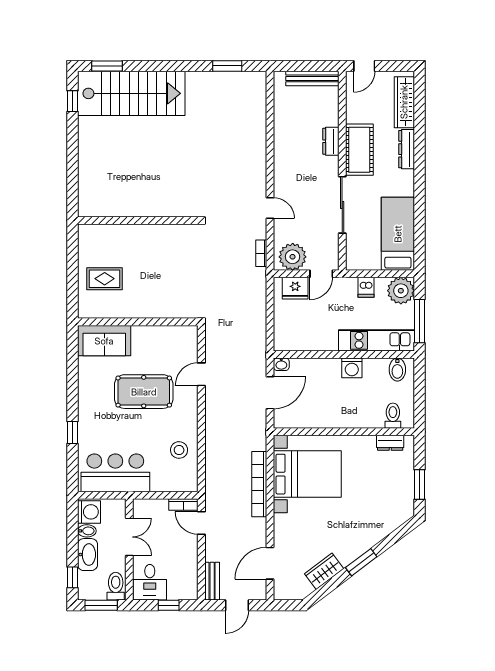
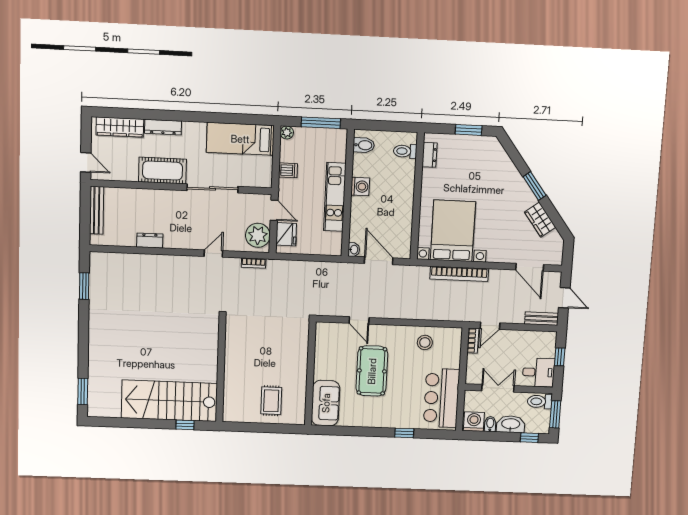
stairs: (131, 93) -> (169, 401), moved, turned -90
window: (73, 101) -> (185, 425), moved
dresser: (331, 141) -> (150, 240), moved, turned 180
plant: (401, 291) -> (287, 133), width x0.53, depth x0.53
kitchen unit: (376, 340) -> (335, 197), moved

